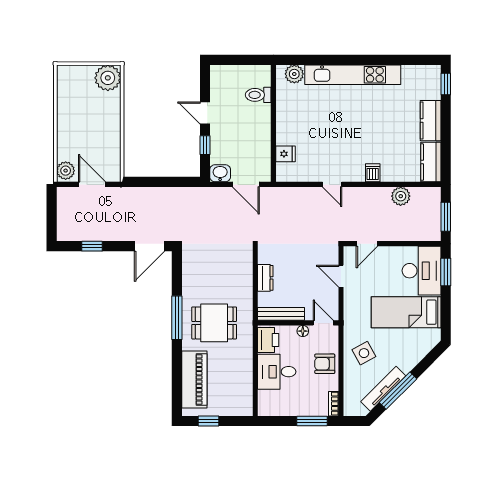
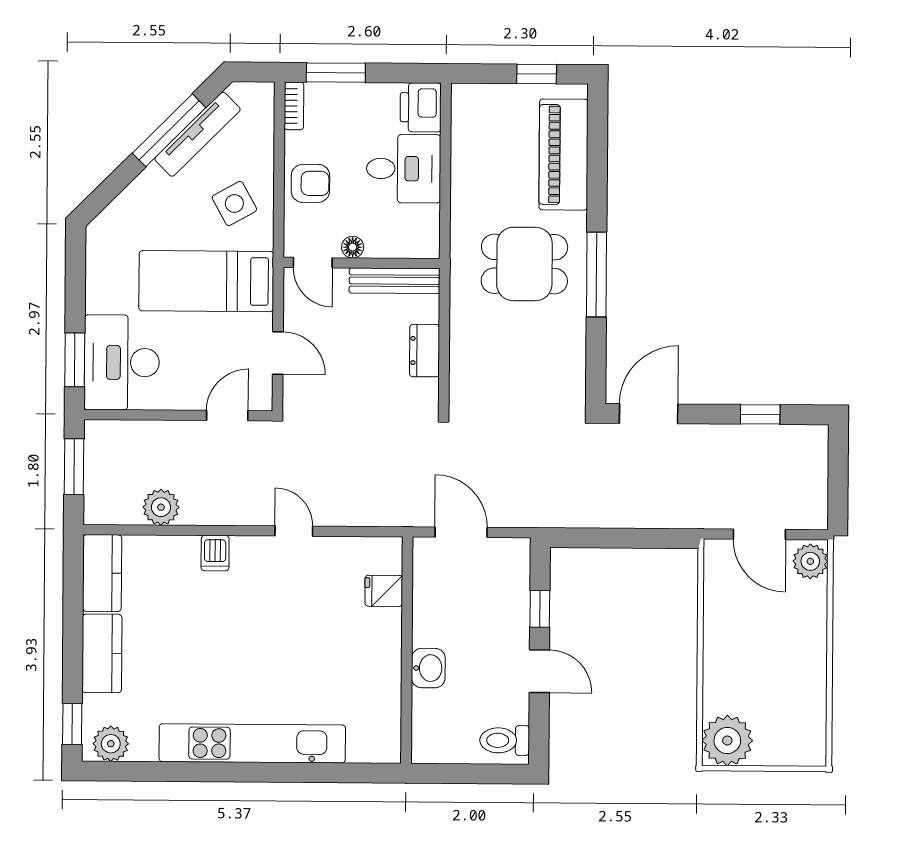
plant: (294, 74) -> (111, 744), moved
toilet: (258, 95) -> (505, 740), moved, turned 180
washbasin: (220, 173) -> (428, 668), moved, turned -90
bed: (406, 312) -> (206, 281), moved, turned 180
printer: (268, 340) -> (421, 107), moved

